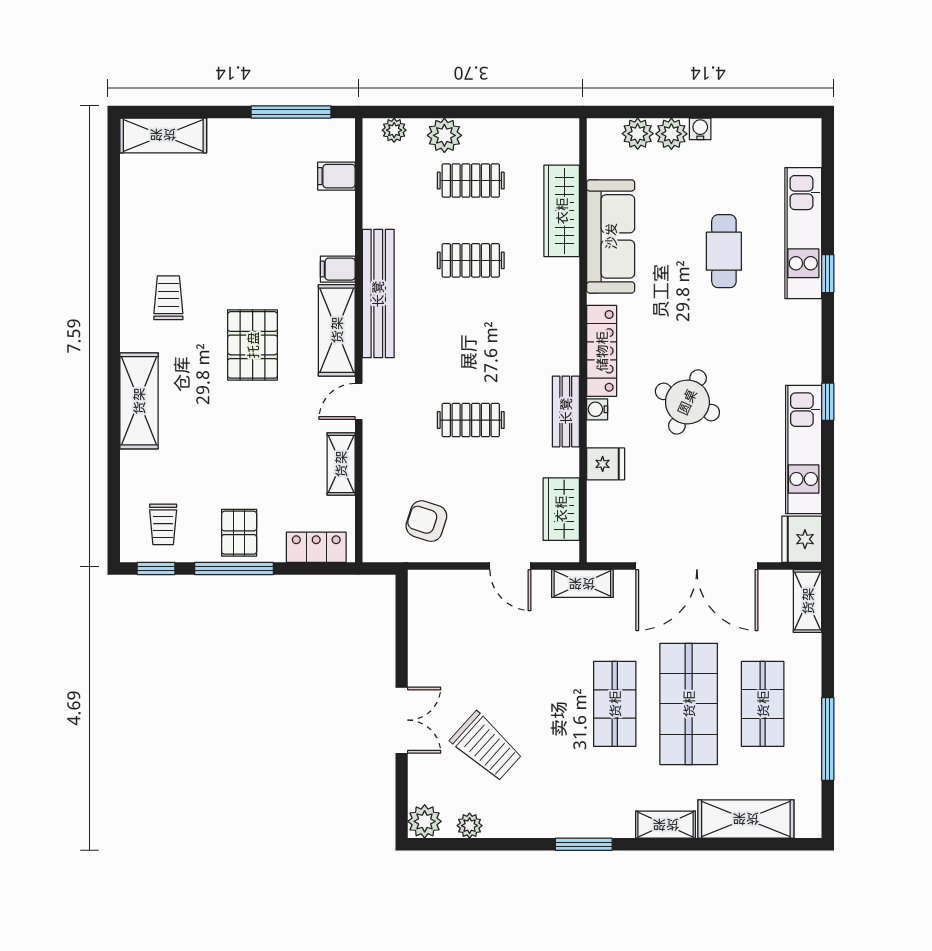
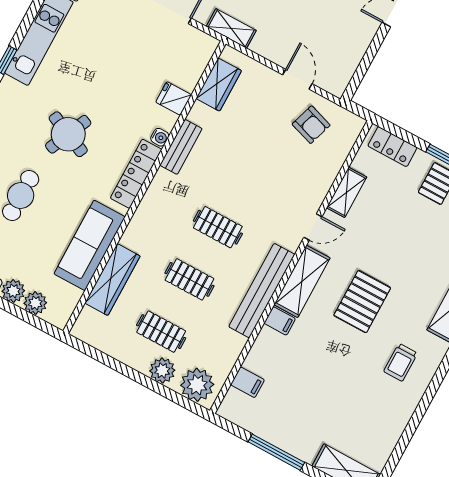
window: (291, 112) -> (276, 452), moved
plant: (394, 130) -> (197, 385), width x1.88, depth x1.88
round table: (687, 402) -> (68, 134), moved
clothes rail: (471, 420) -> (218, 227), moved
door: (510, 566) -> (297, 79), moved

